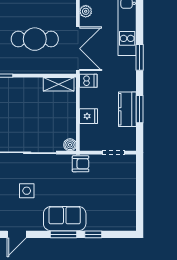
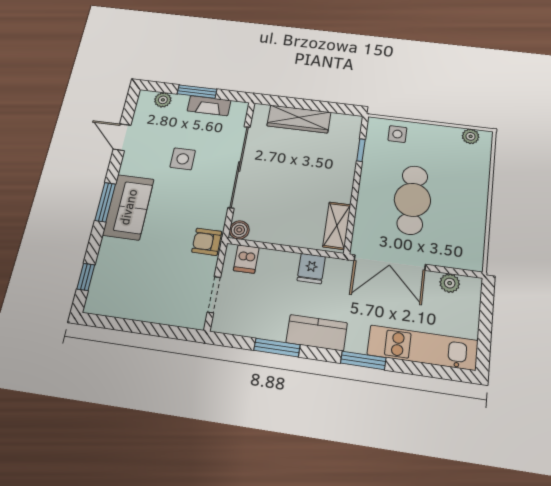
dishwasher: (88, 81) -> (246, 259), moved
kitchen counter: (127, 109) -> (317, 333), moved
fridge: (89, 116) -> (311, 269), moved
armchair: (81, 164) -> (207, 242), turned 90
window: (93, 234) -> (86, 277), moved

